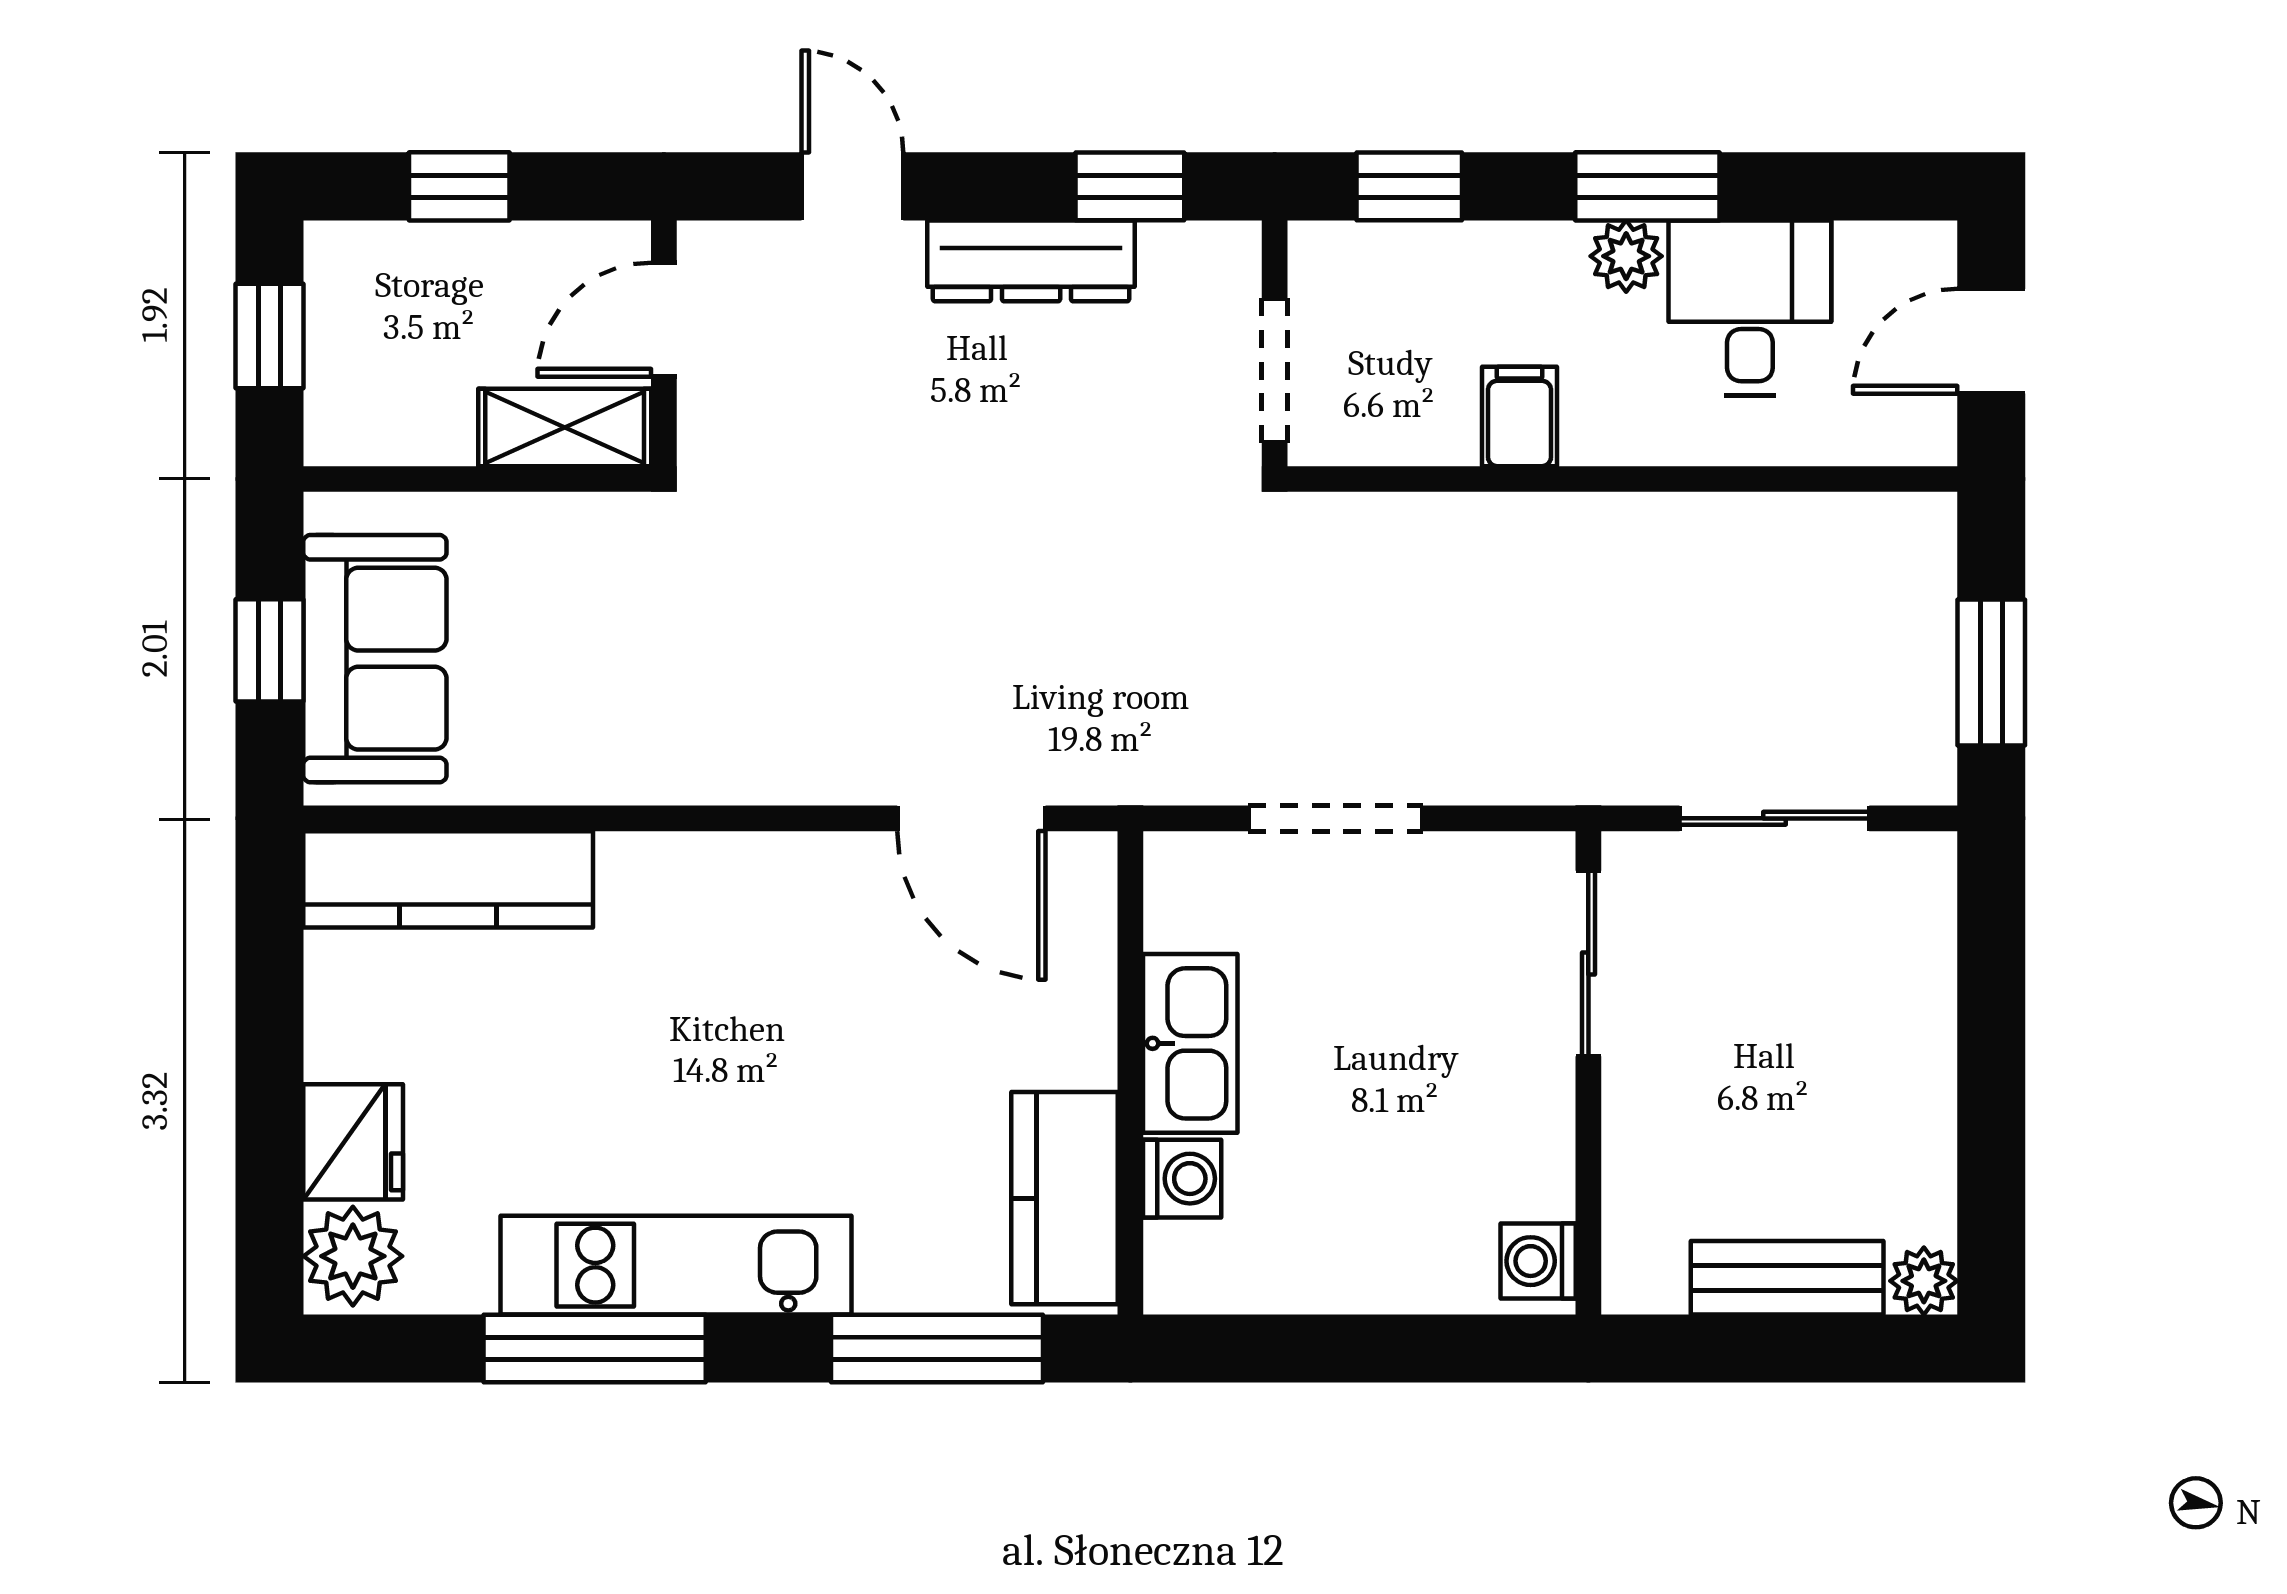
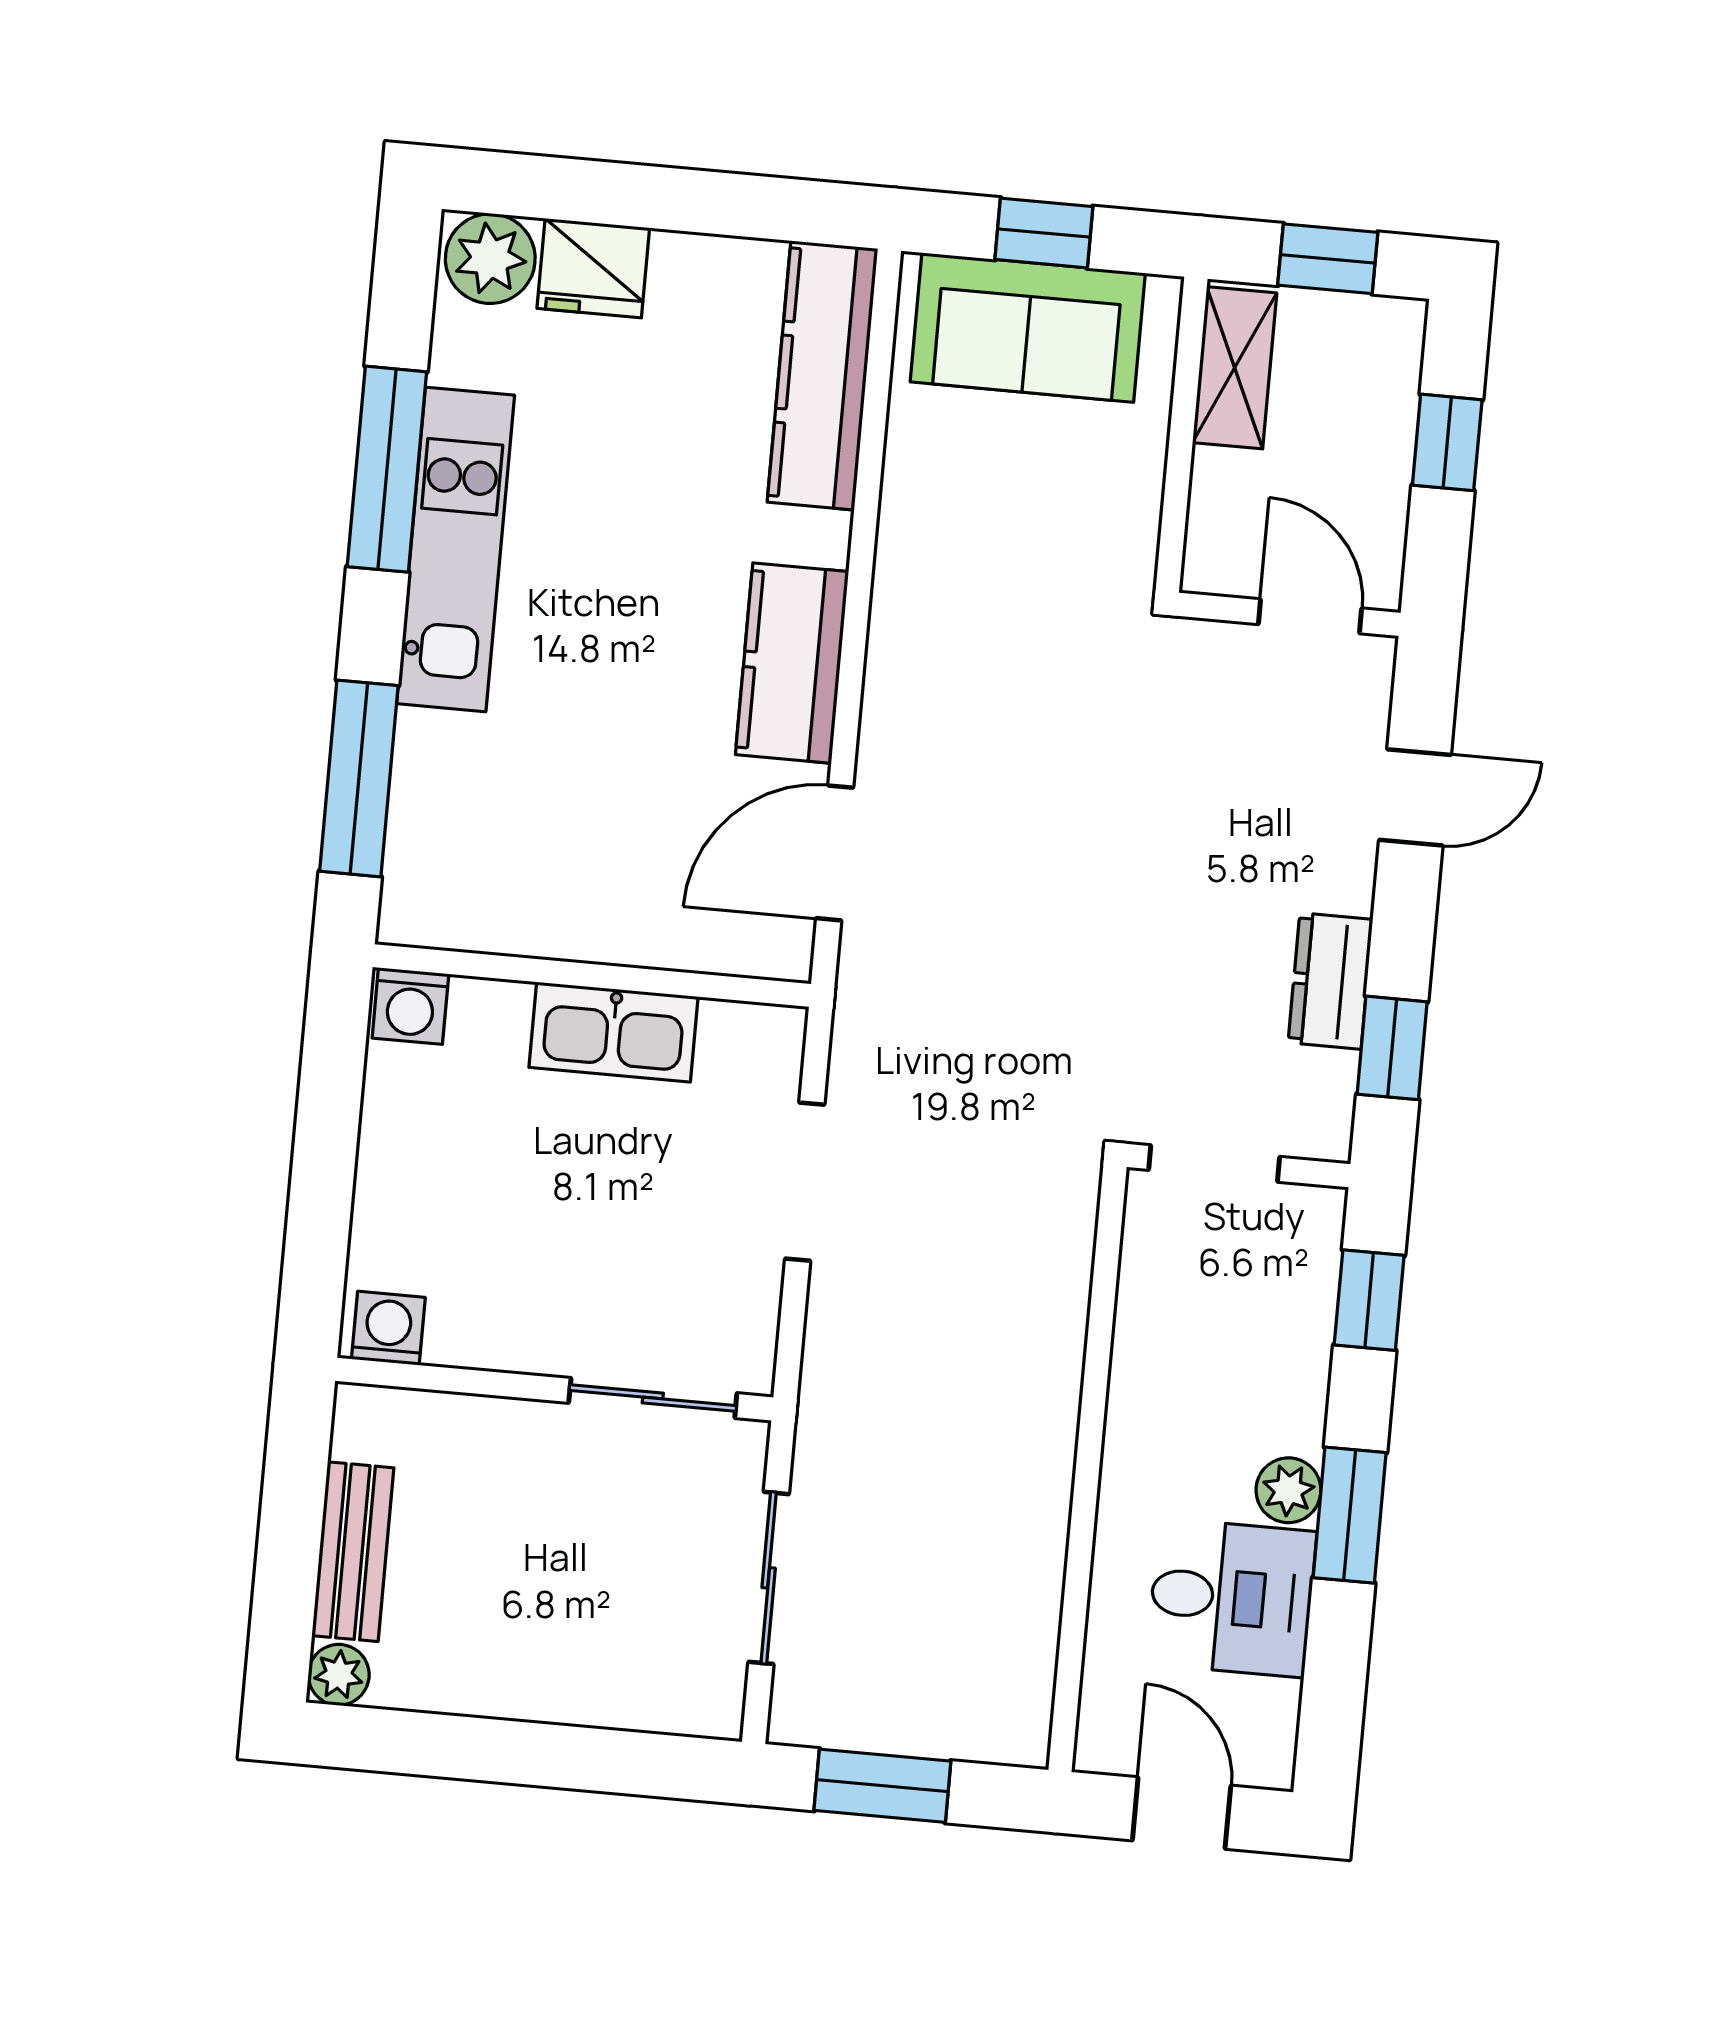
dresser: (1031, 261) -> (1330, 981), width x0.70
filing cabinet: (1520, 416) -> (1152, 1381), removed
shelving: (565, 427) -> (1235, 368), moved
washing machine: (1182, 1179) -> (410, 1006), moved
kitchen counter: (1065, 1198) -> (792, 663), moved, turned -90

